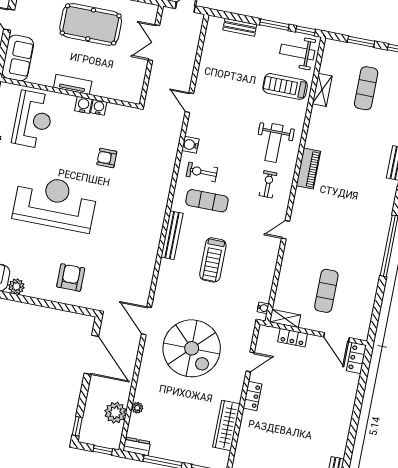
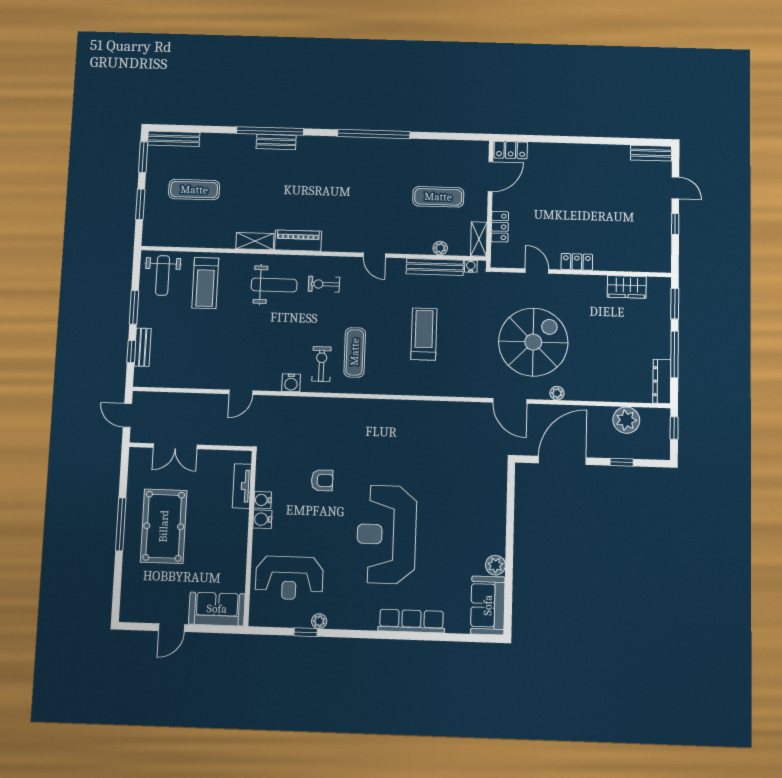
window: (306, 31) -> (131, 352), moved
tv unit: (73, 84) -> (242, 486), moved
shelving: (322, 90) -> (255, 241), moved
reception desk: (33, 120) -> (289, 578), turned 180
armchair: (107, 158) -> (322, 480), turned -90
exercise bike: (202, 172) -> (321, 364), turned 180
bench: (172, 235) -> (435, 267), moved
treadmill: (213, 260) -> (424, 334), turned -90
armchair: (71, 277) -> (473, 501), removed
plant: (283, 285) -> (440, 248), added
door: (146, 321) -> (510, 401), hinge flipped
plant: (137, 408) -> (557, 393), moved
wardrobe: (226, 425) -> (627, 287), width x0.67
window: (77, 426) -> (622, 462), moved
dresser: (137, 446) -> (662, 381), width x1.44

